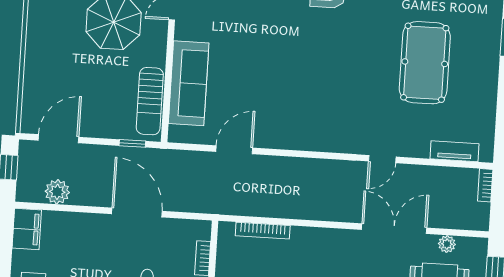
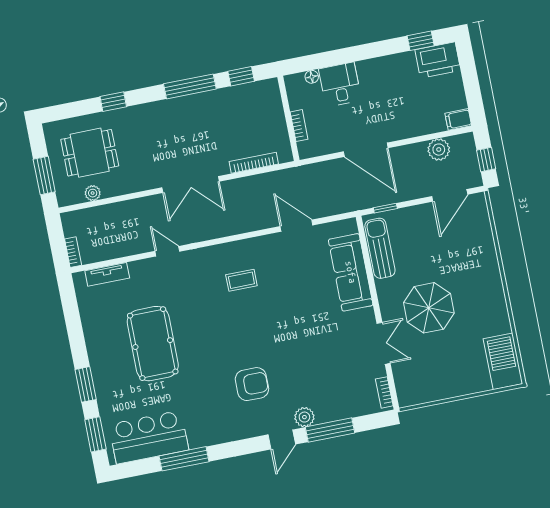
coffee table: (310, 106) -> (241, 280), added
door: (234, 150) -> (296, 226), swing flipped
door: (382, 159) -> (167, 251), hinge flipped
filing cabinet: (27, 229) -> (458, 119), width x0.50
double door: (394, 229) -> (191, 184), moved

